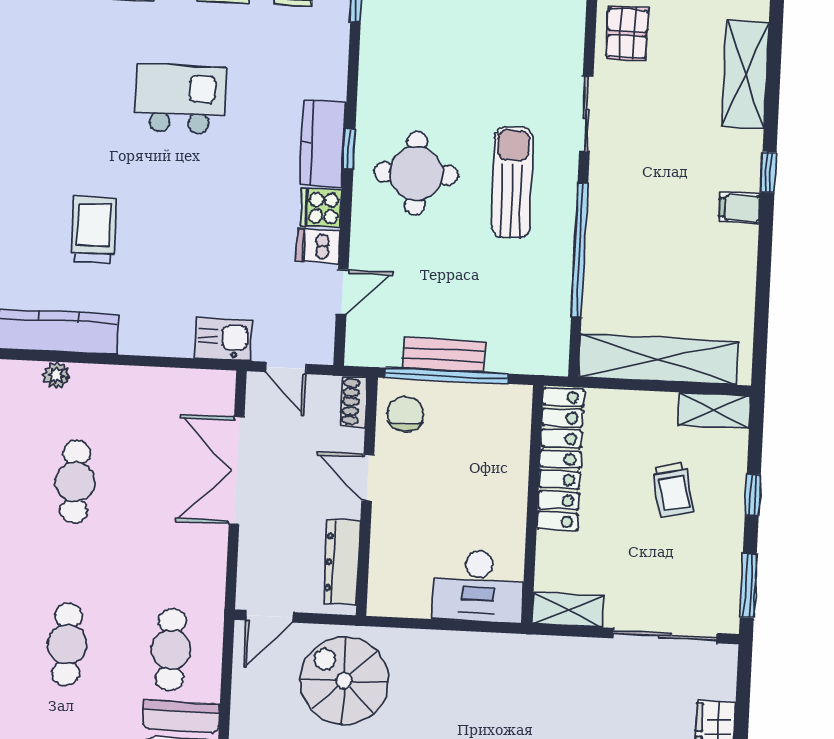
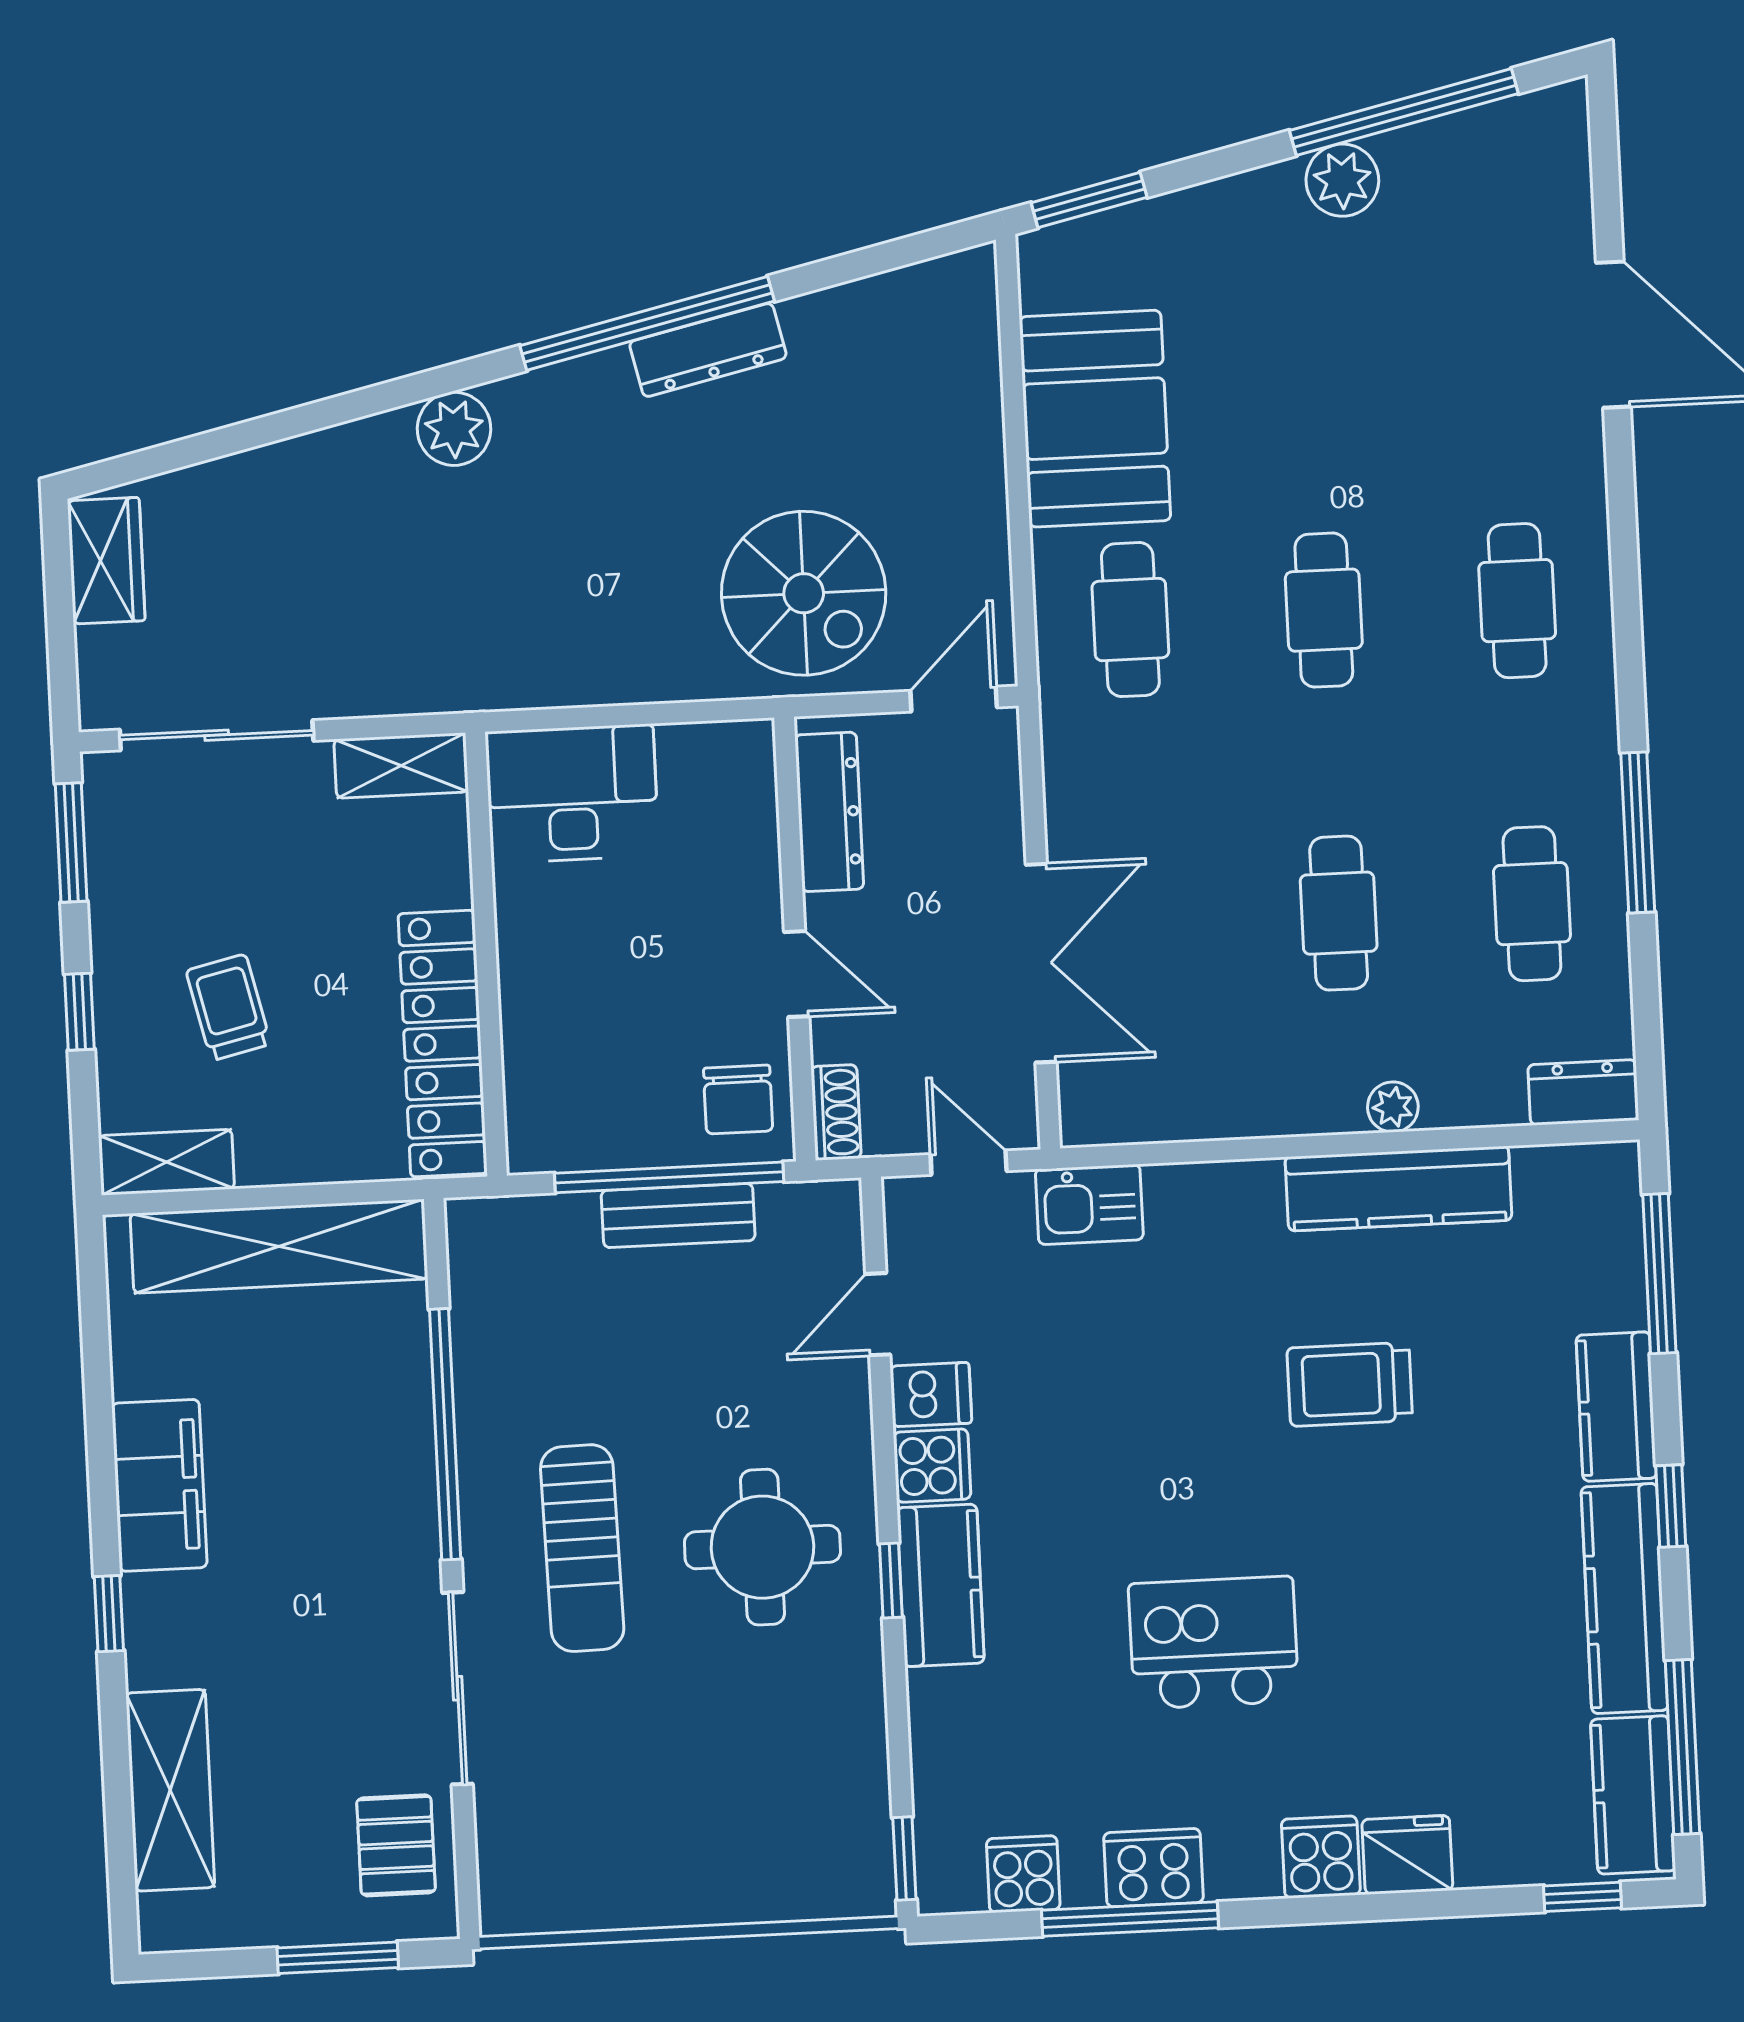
kitchen island: (180, 99) -> (1213, 1643), turned 180
sliding door: (586, 114) -> (458, 1688), width x1.37
filing cabinet: (740, 208) -> (159, 1485), width x3.00, depth x1.17
trolley: (94, 230) -> (1350, 1384), turned 90

